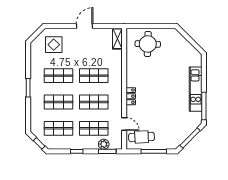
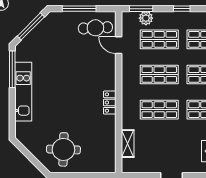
shelving: (117, 39) -> (128, 144), moved
round table: (148, 44) -> (63, 149), moved
locker: (131, 96) -> (110, 103), moved

